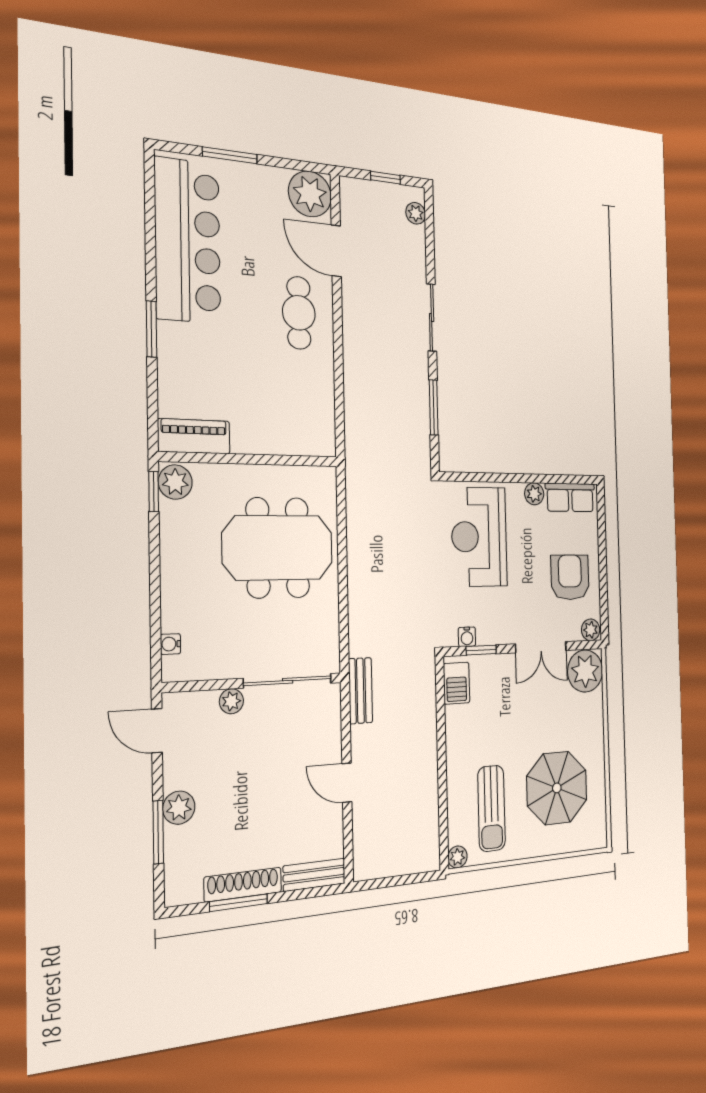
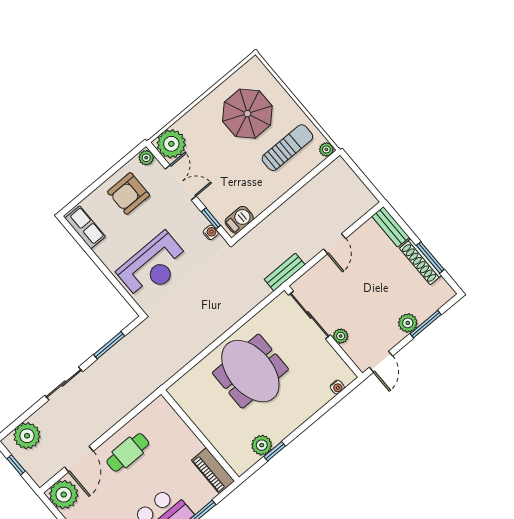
plant: (416, 213) -> (27, 436), width x1.88, depth x1.88
piano: (194, 436) -> (213, 471), moved
wall: (250, 459) -> (200, 436), moved
plant: (534, 494) -> (102, 251), removed

